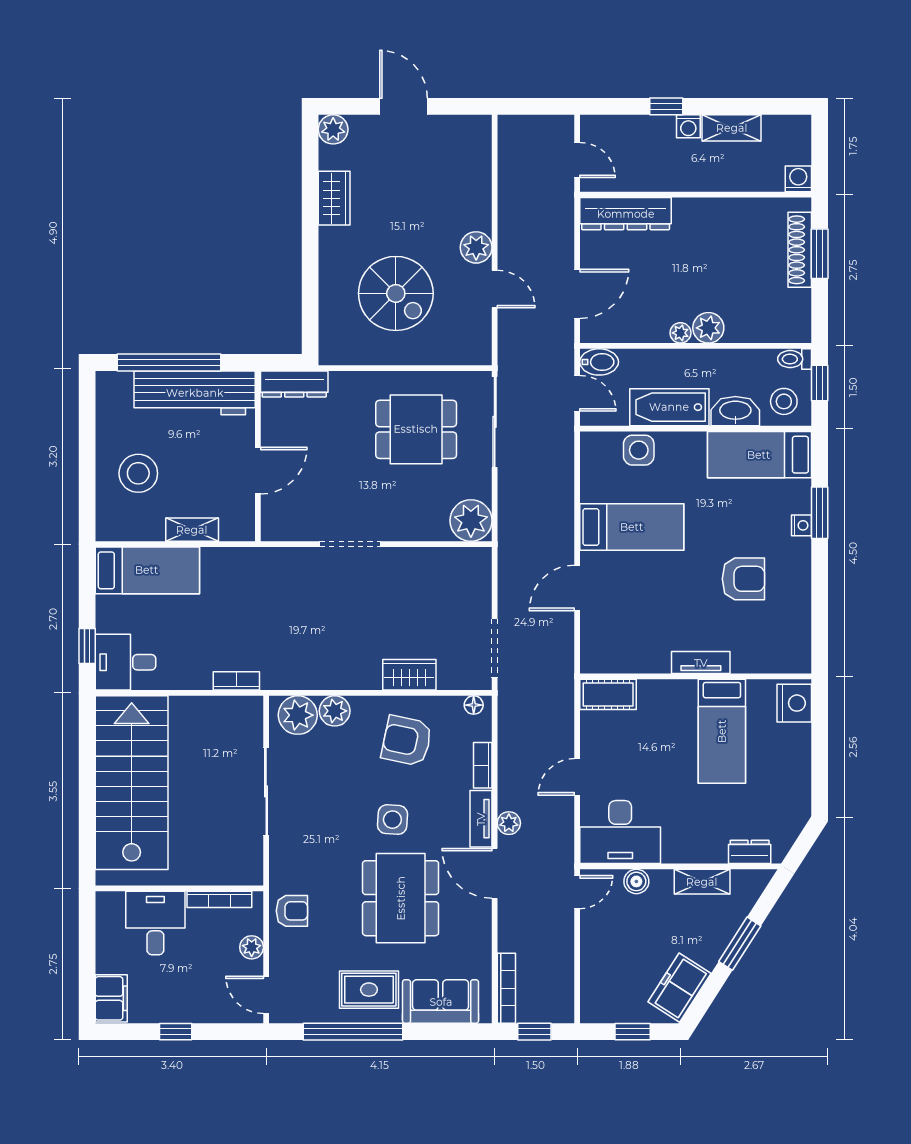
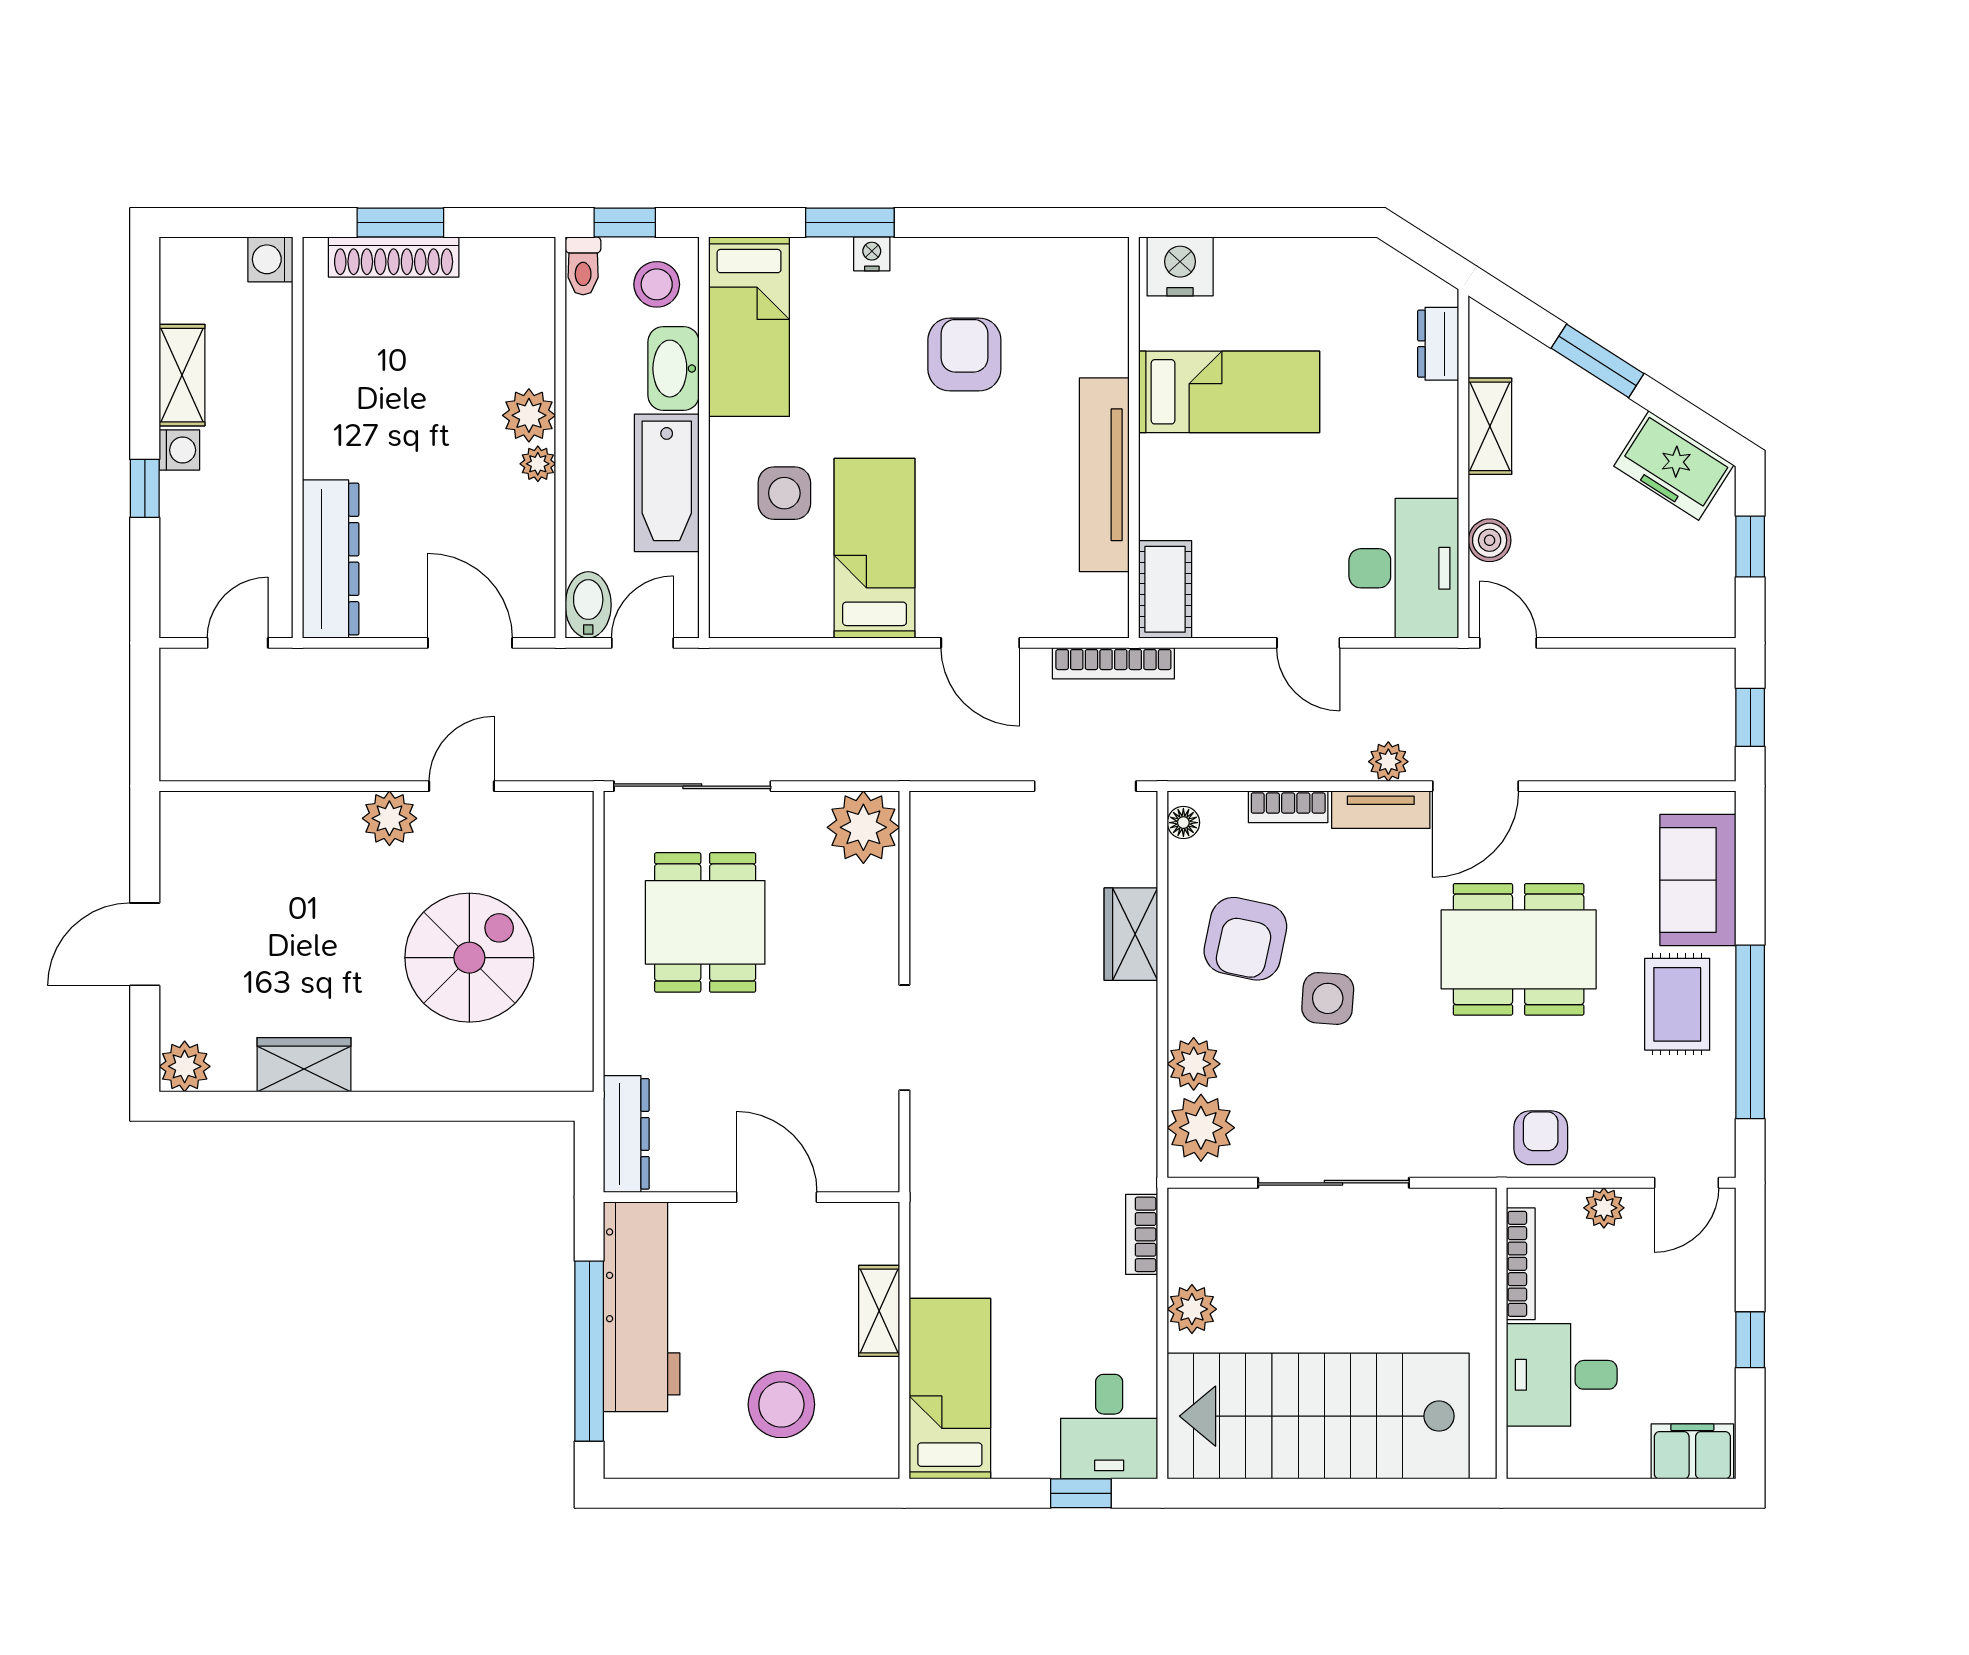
side table: (639, 450) -> (784, 493), moved
tv unit: (701, 663) -> (1104, 475), width x1.92, depth x1.29
plant: (193, 710) -> (1192, 1309), added
side table: (392, 820) -> (1328, 998), moved
bookcase: (506, 988) -> (1113, 663), moved, turned 180

